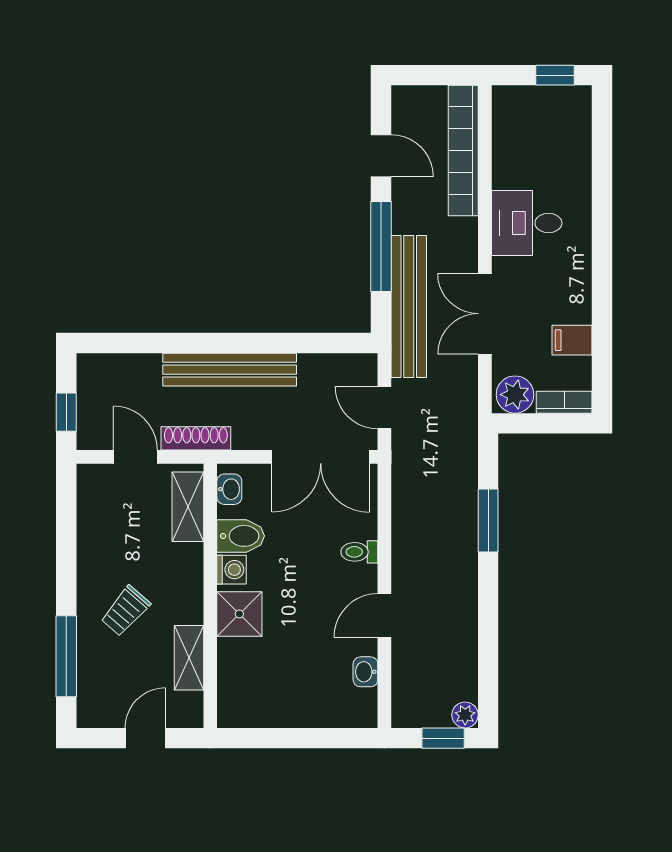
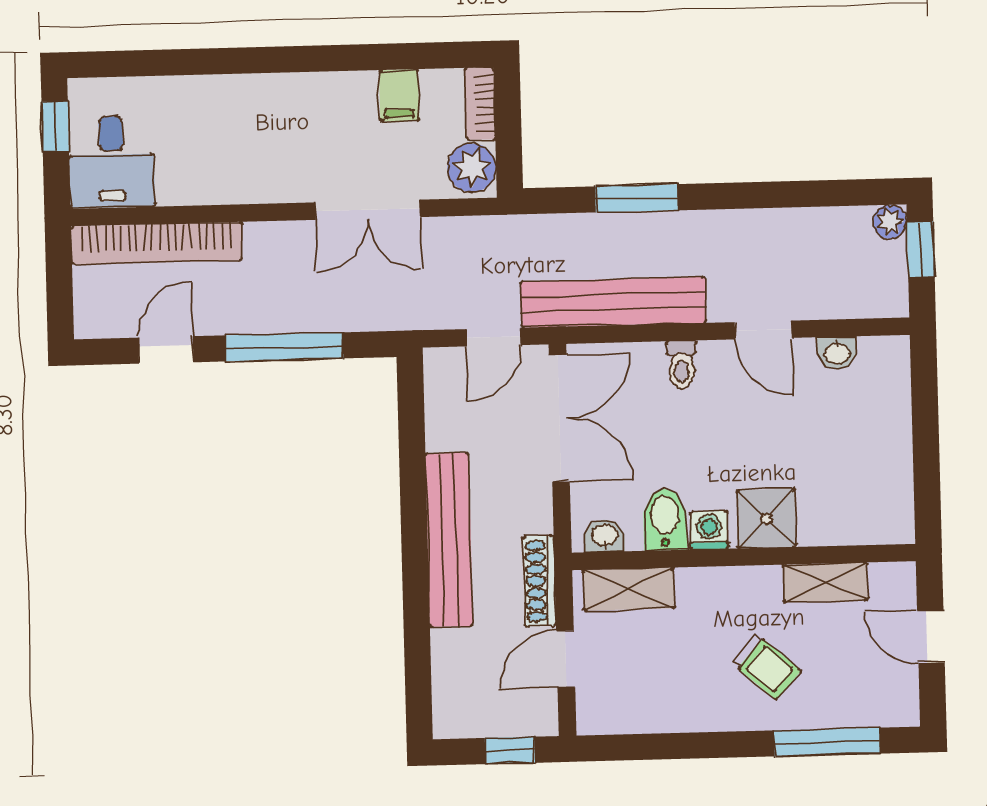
desk: (527, 223) -> (112, 162), moved
bench: (409, 306) -> (613, 302), moved

